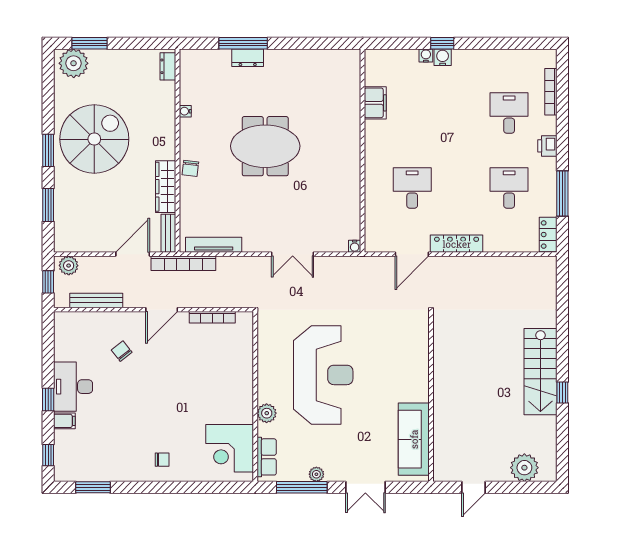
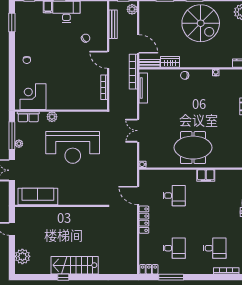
filing cabinet: (375, 103) -> (206, 176), moved
meeting table: (265, 146) -> (193, 148), moved, turned 90
printer: (547, 146) -> (197, 269), removed
wardrobe: (166, 187) -> (170, 62), width x0.67

